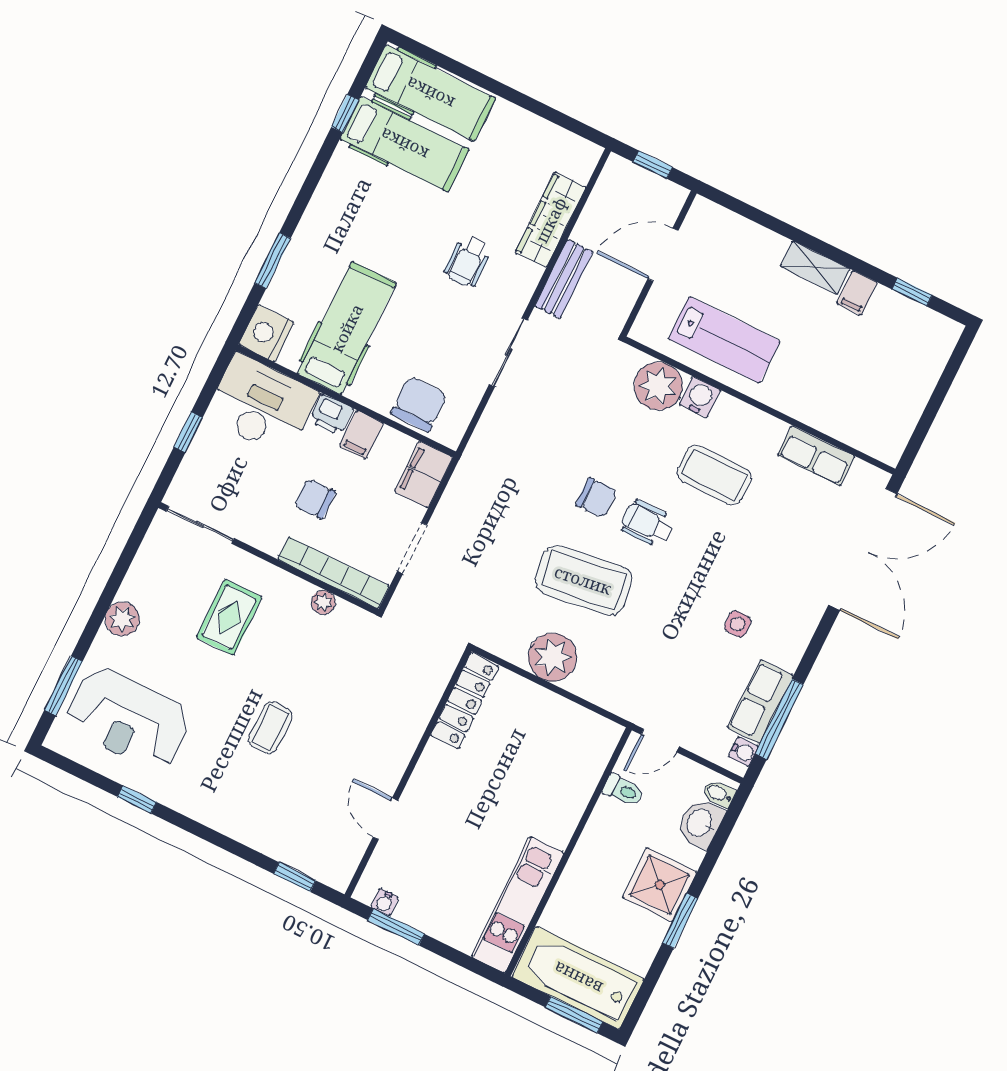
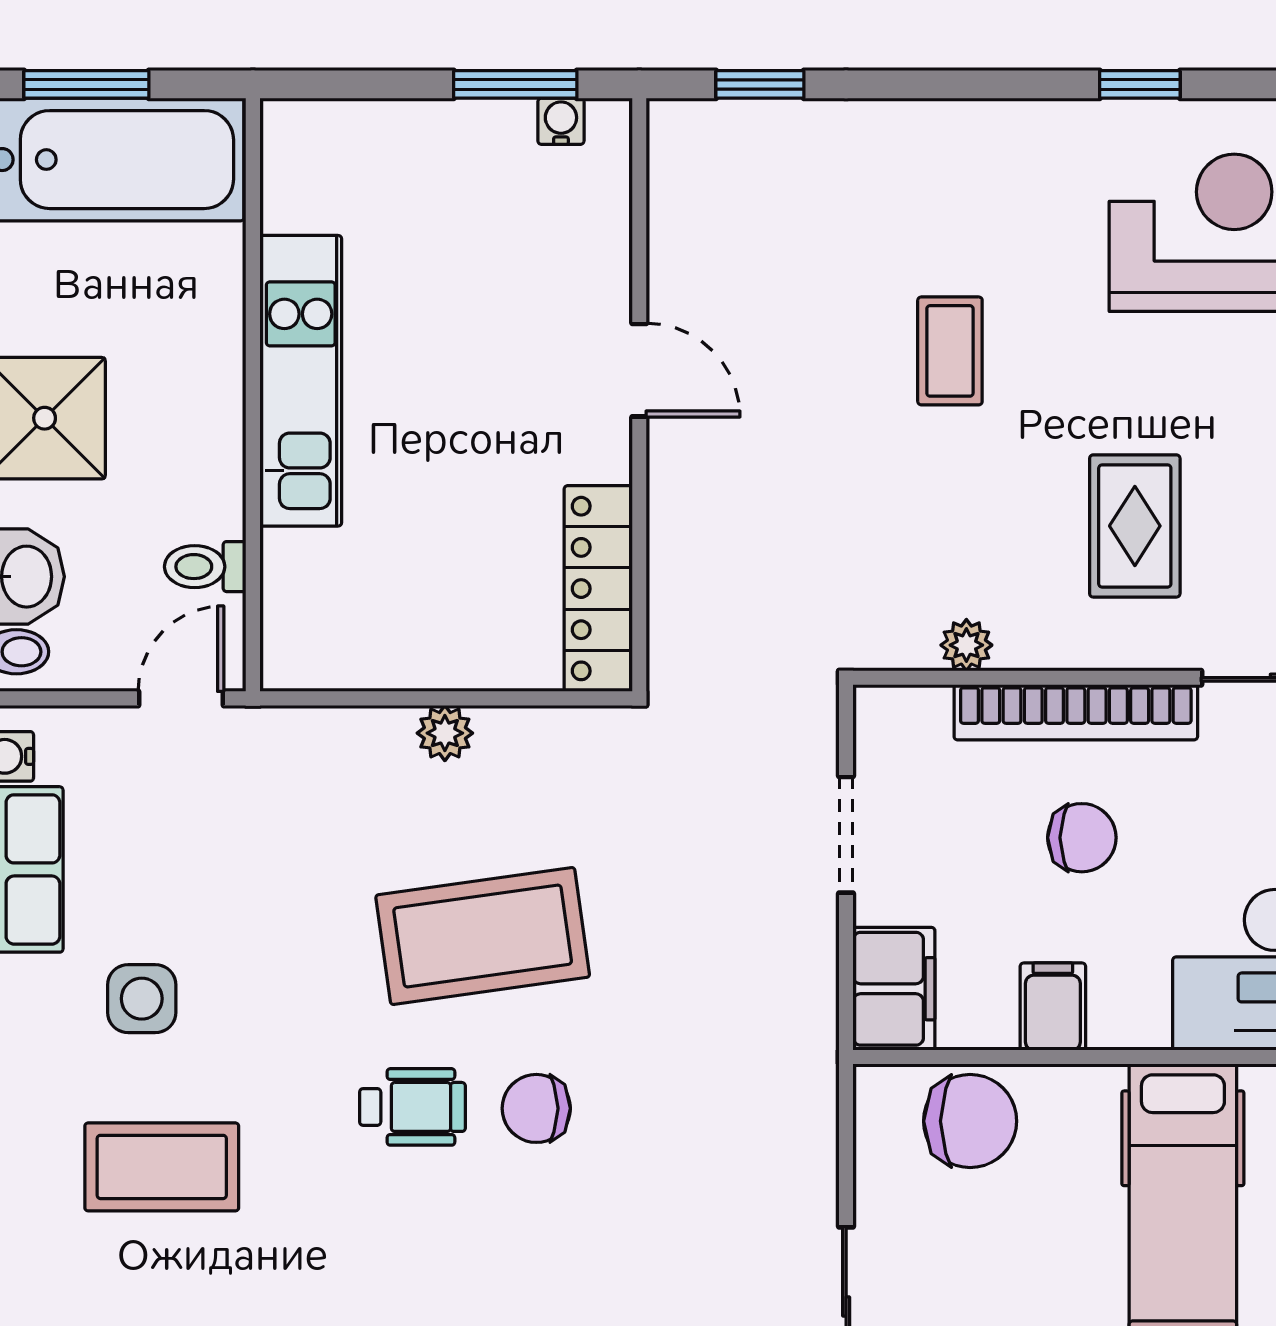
chair: (419, 404) -> (970, 1121), turned -90
printer: (331, 415) -> (1130, 1016), removed
coffee table: (714, 475) -> (162, 1167), moved
bookcase: (334, 573) -> (1076, 712), moved
side table: (738, 624) -> (142, 999), width x1.37, depth x1.37
plant: (553, 657) -> (445, 733), width x0.53, depth x0.53
door: (385, 819) -> (639, 370), moved
kitchen unit: (518, 905) -> (301, 381), moved

